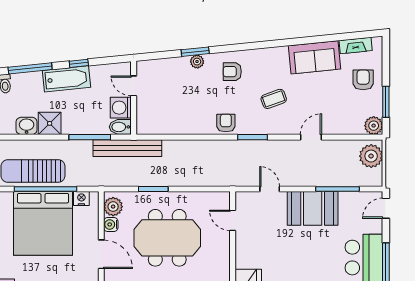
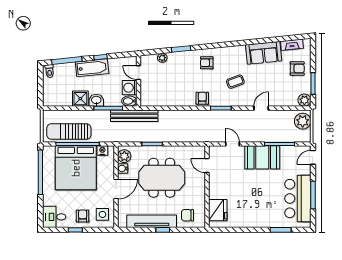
plant: (197, 62) -> (162, 58), moved
armchair: (363, 80) -> (297, 69), turned 90
washbasin: (27, 126) -> (96, 100), moved
door: (101, 254) -> (116, 189), hinge flipped

